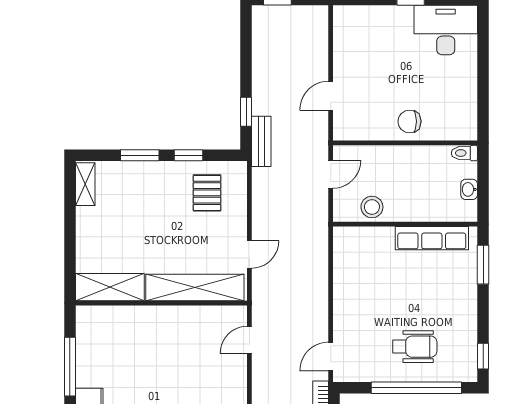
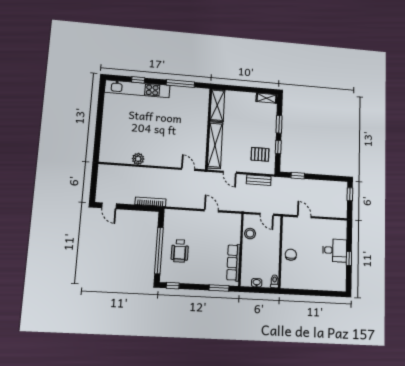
desk: (446, 30) -> (335, 250), moved, width x0.73
bench: (261, 141) -> (259, 180), moved
door: (331, 356) -> (211, 211), moved

